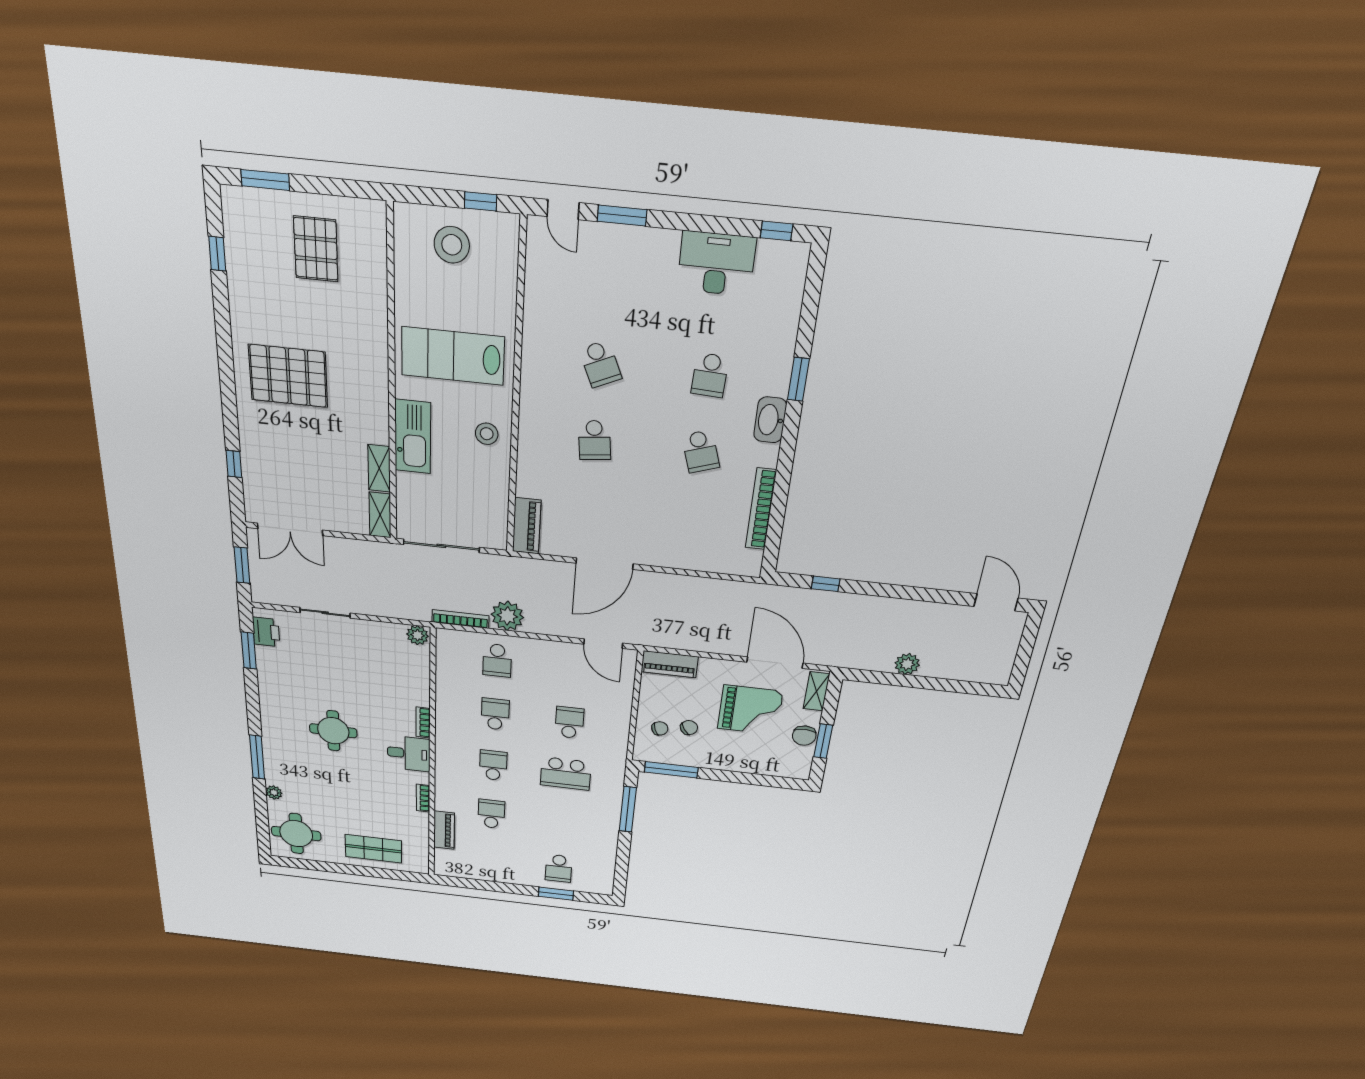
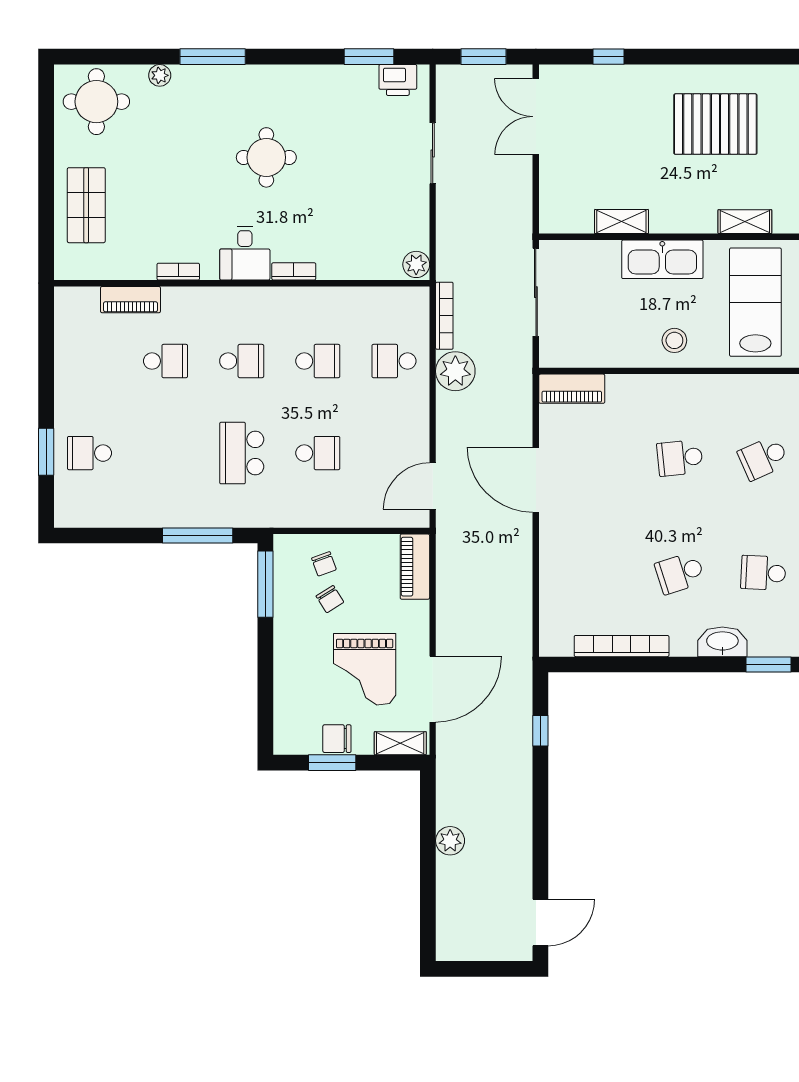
pallet: (288, 376) -> (715, 124), turned 90
shelving: (380, 515) -> (745, 222), moved

